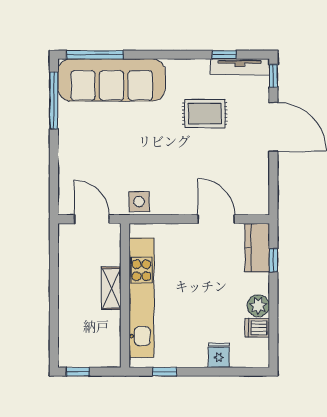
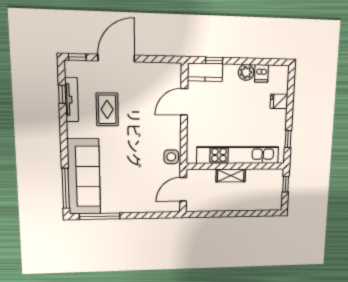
tv unit: (240, 67) -> (72, 100), moved
window: (78, 372) -> (286, 184), moved

